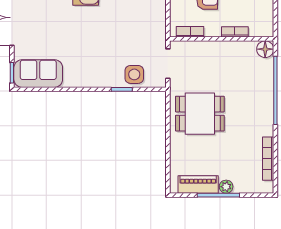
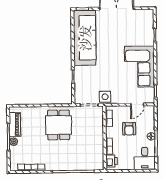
printer: (259, 28) -> (111, 161), added
floor lamp: (265, 49) -> (99, 165), removed
sofa: (38, 74) -> (85, 38), width x1.85, depth x1.27
side table: (134, 74) -> (105, 97), moved

